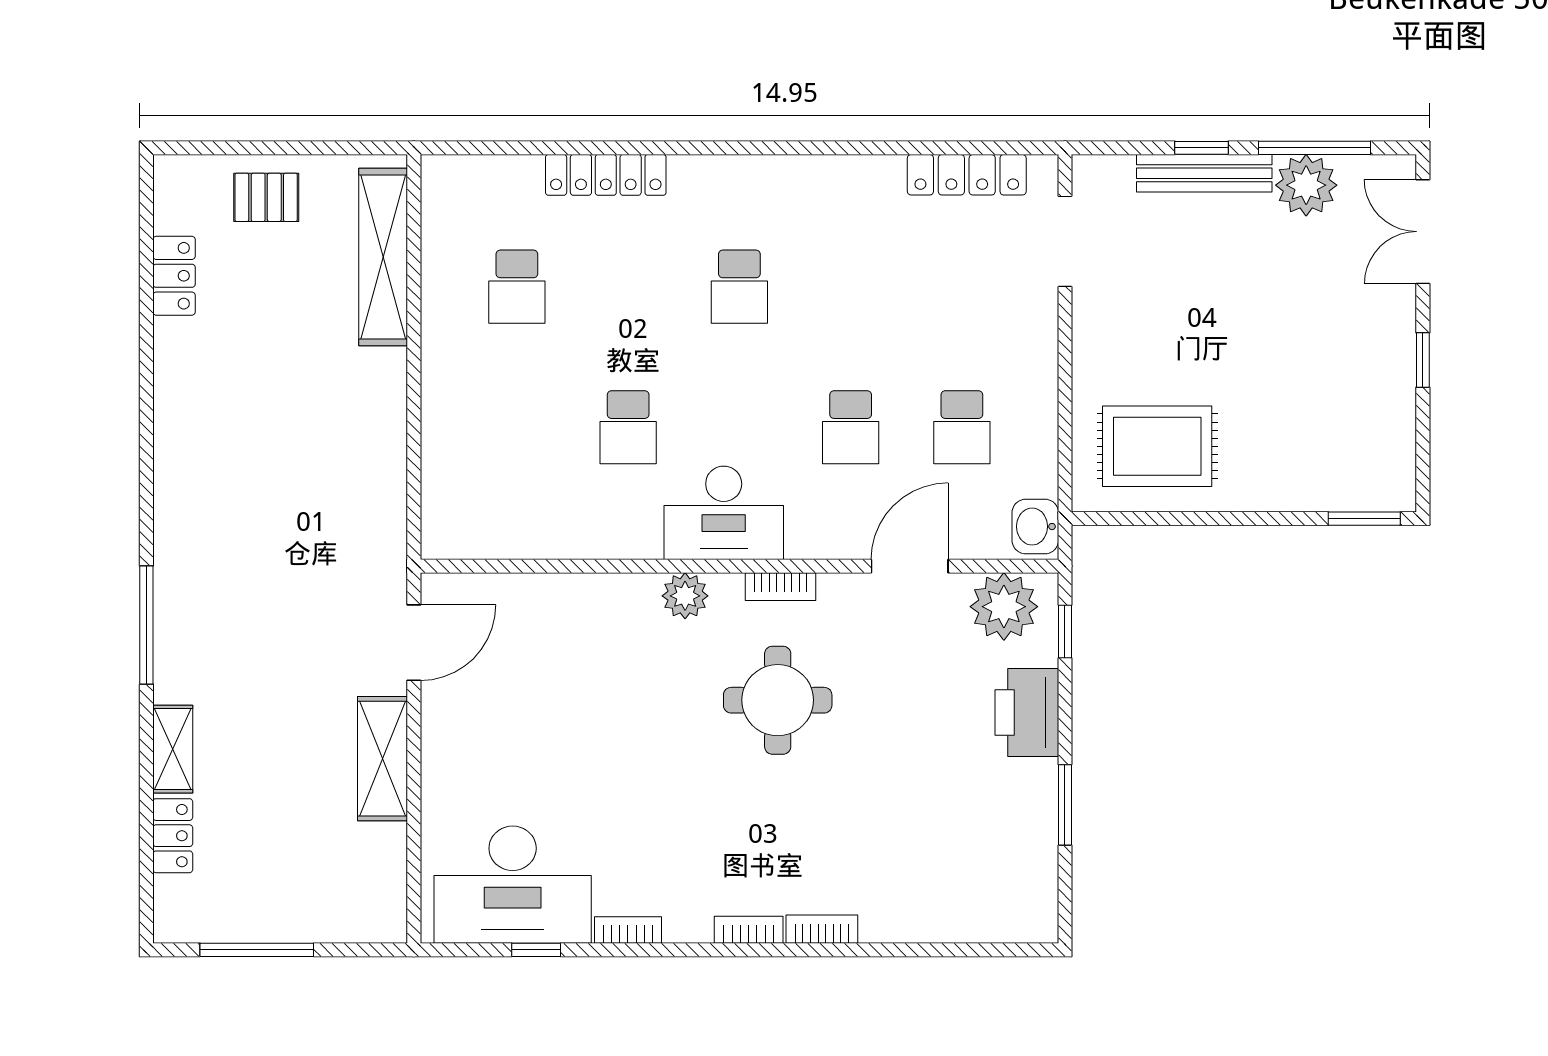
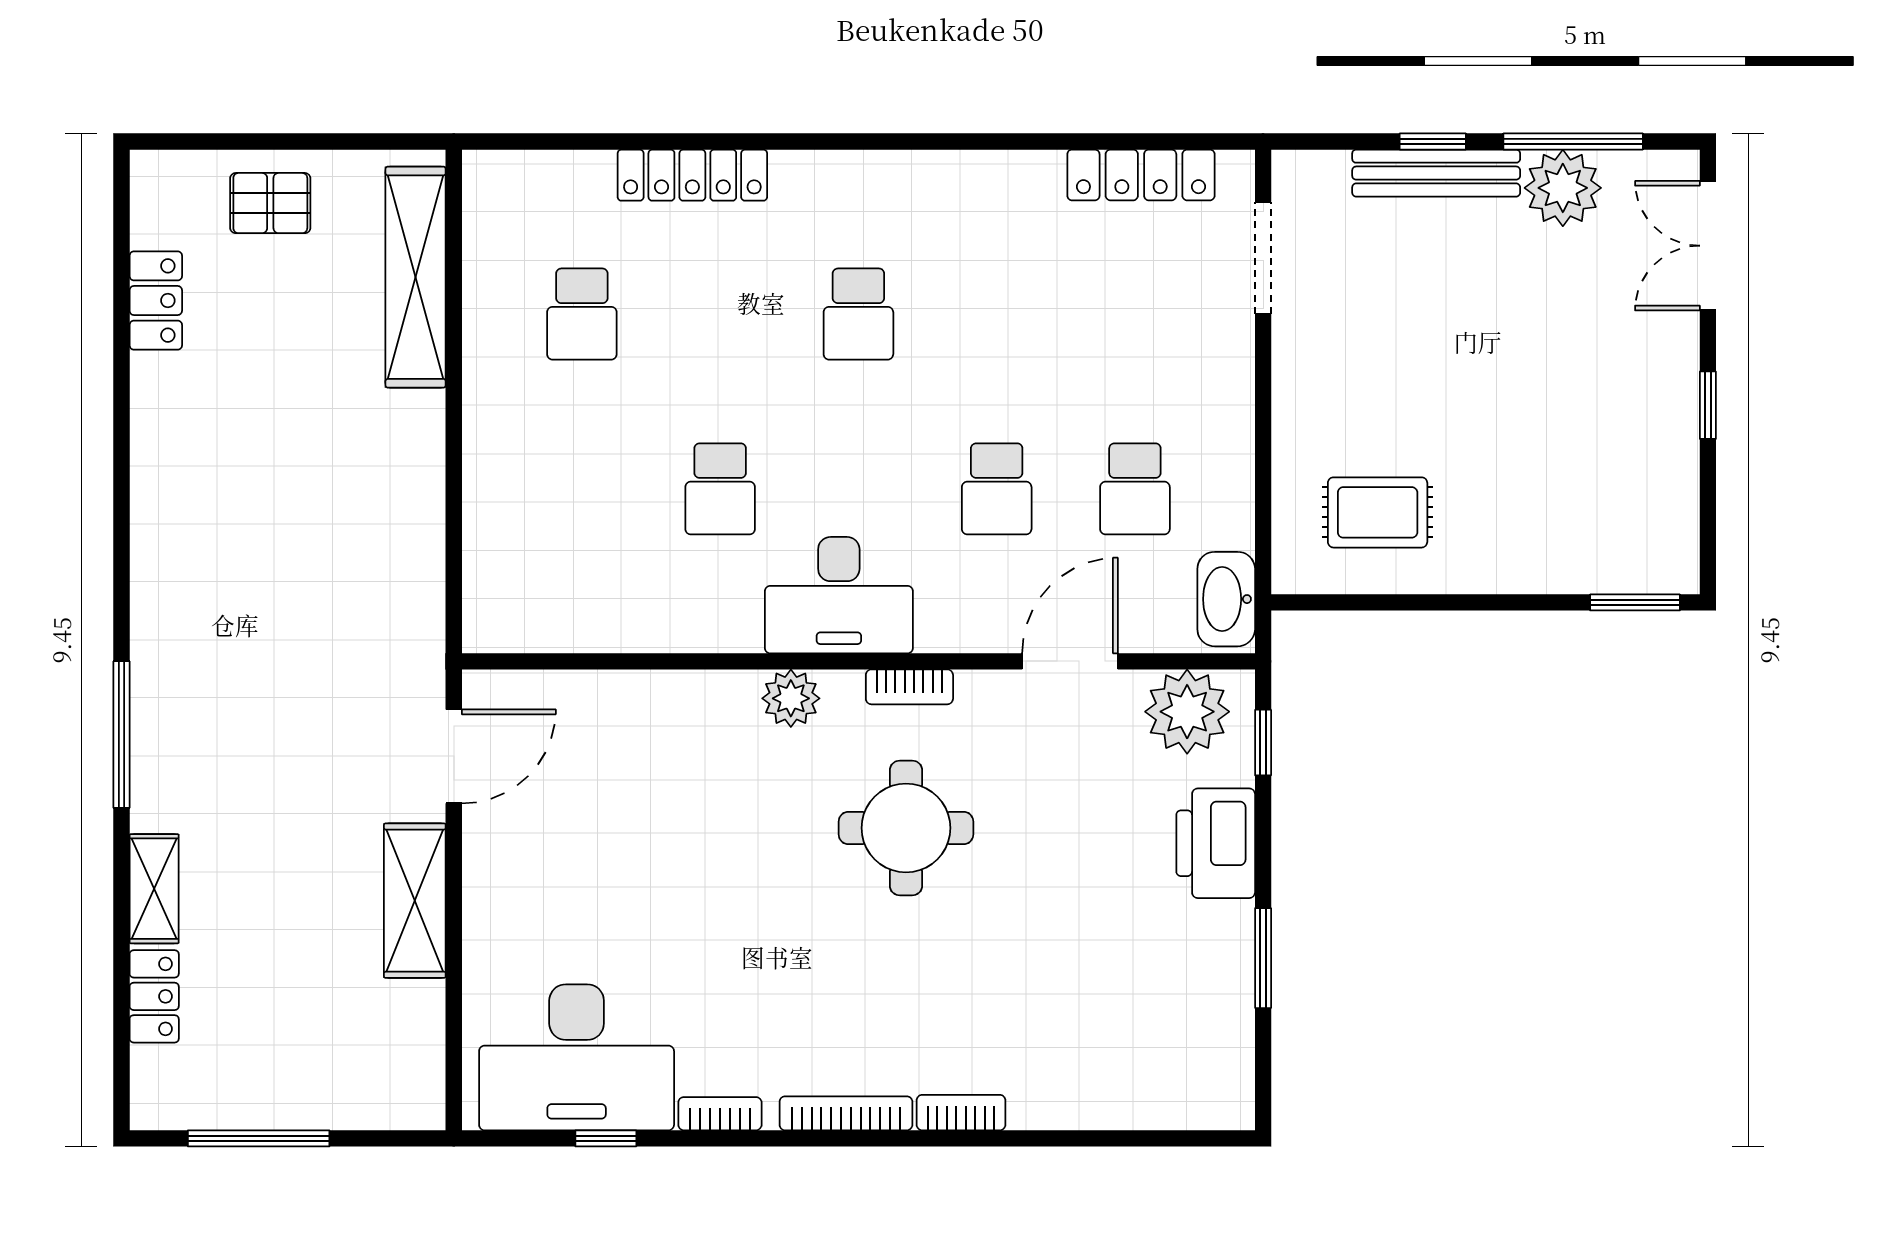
rug: (1157, 446) -> (1378, 512), width x0.73, depth x0.70
washbasin: (1035, 527) -> (1226, 599), width x1.38
bookcase: (749, 930) -> (846, 1113), width x1.56

